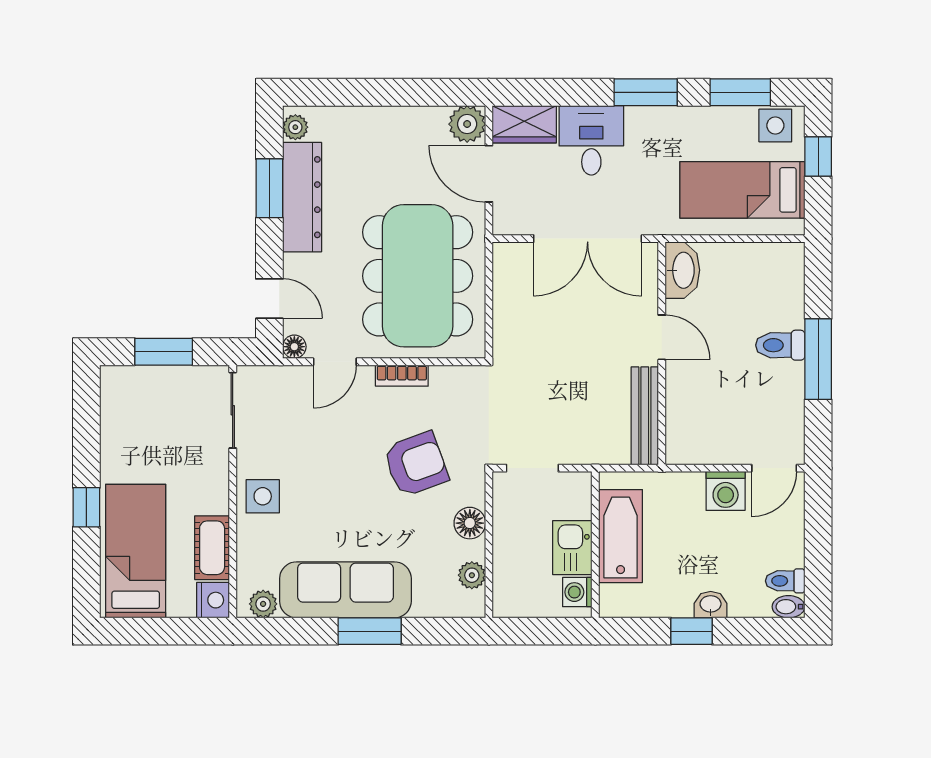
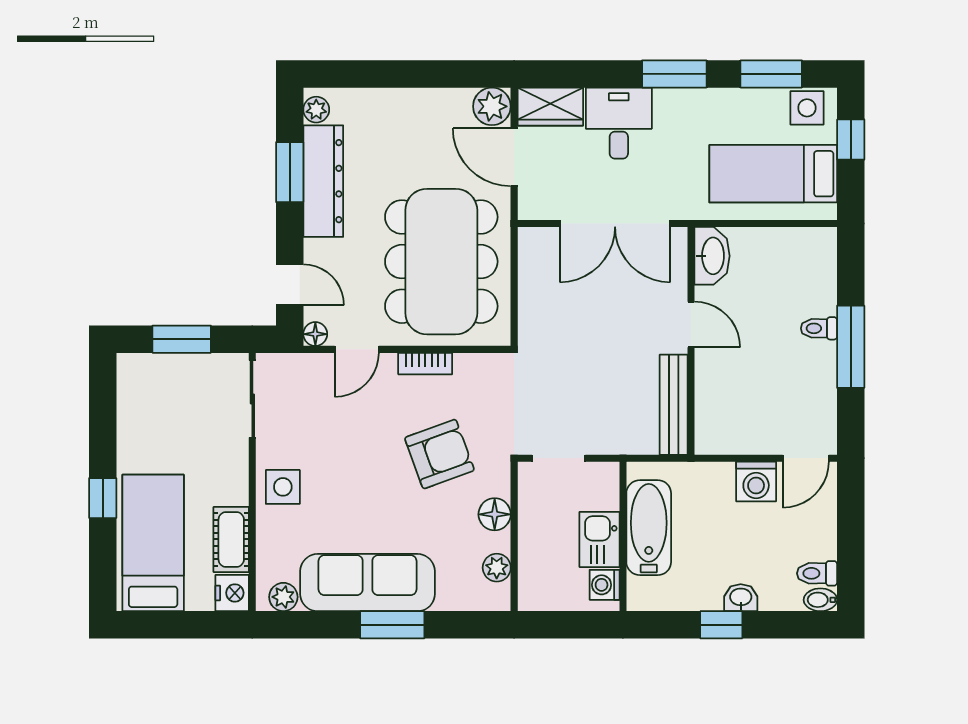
toilet: (780, 345) -> (819, 328), width x0.73, depth x0.72

